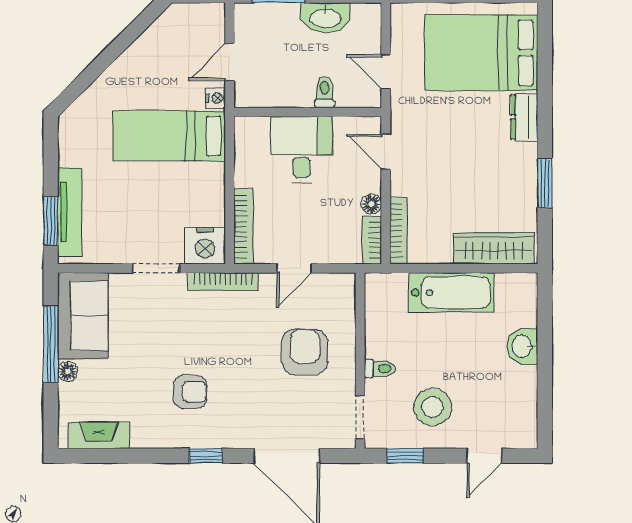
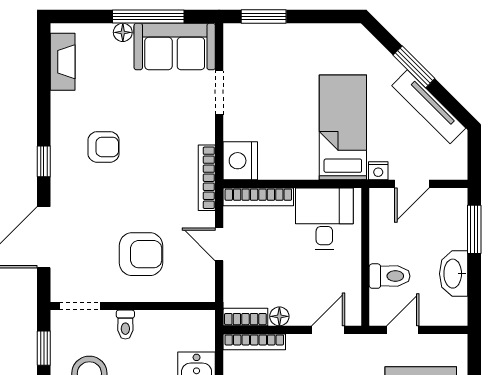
window: (104, 60) -> (414, 67), added
door: (230, 62) -> (412, 184), swing flipped
toilet: (325, 92) -> (390, 276), width x1.37, depth x1.39
desk: (301, 150) -> (324, 219), moved, turned -90
tv unit: (70, 212) -> (429, 107), moved, turned 45
doorway: (156, 268) -> (219, 93), moved
armchair: (190, 392) -> (104, 147), turned -90

